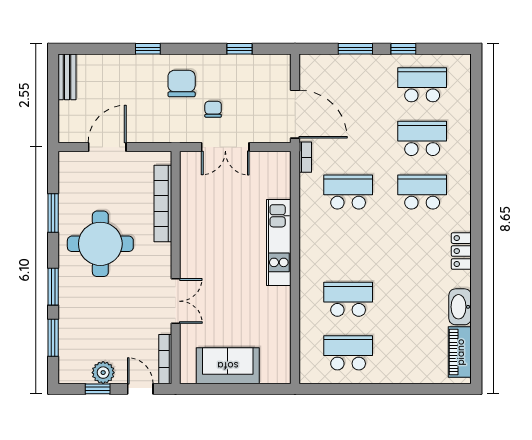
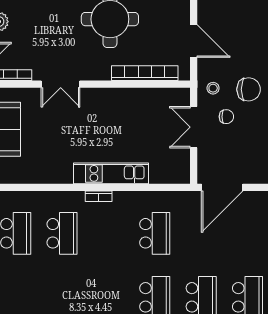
stool: (180, 125) -> (213, 88), added
door: (107, 147) -> (194, 41), moved
bookcase: (305, 157) -> (99, 196), moved

